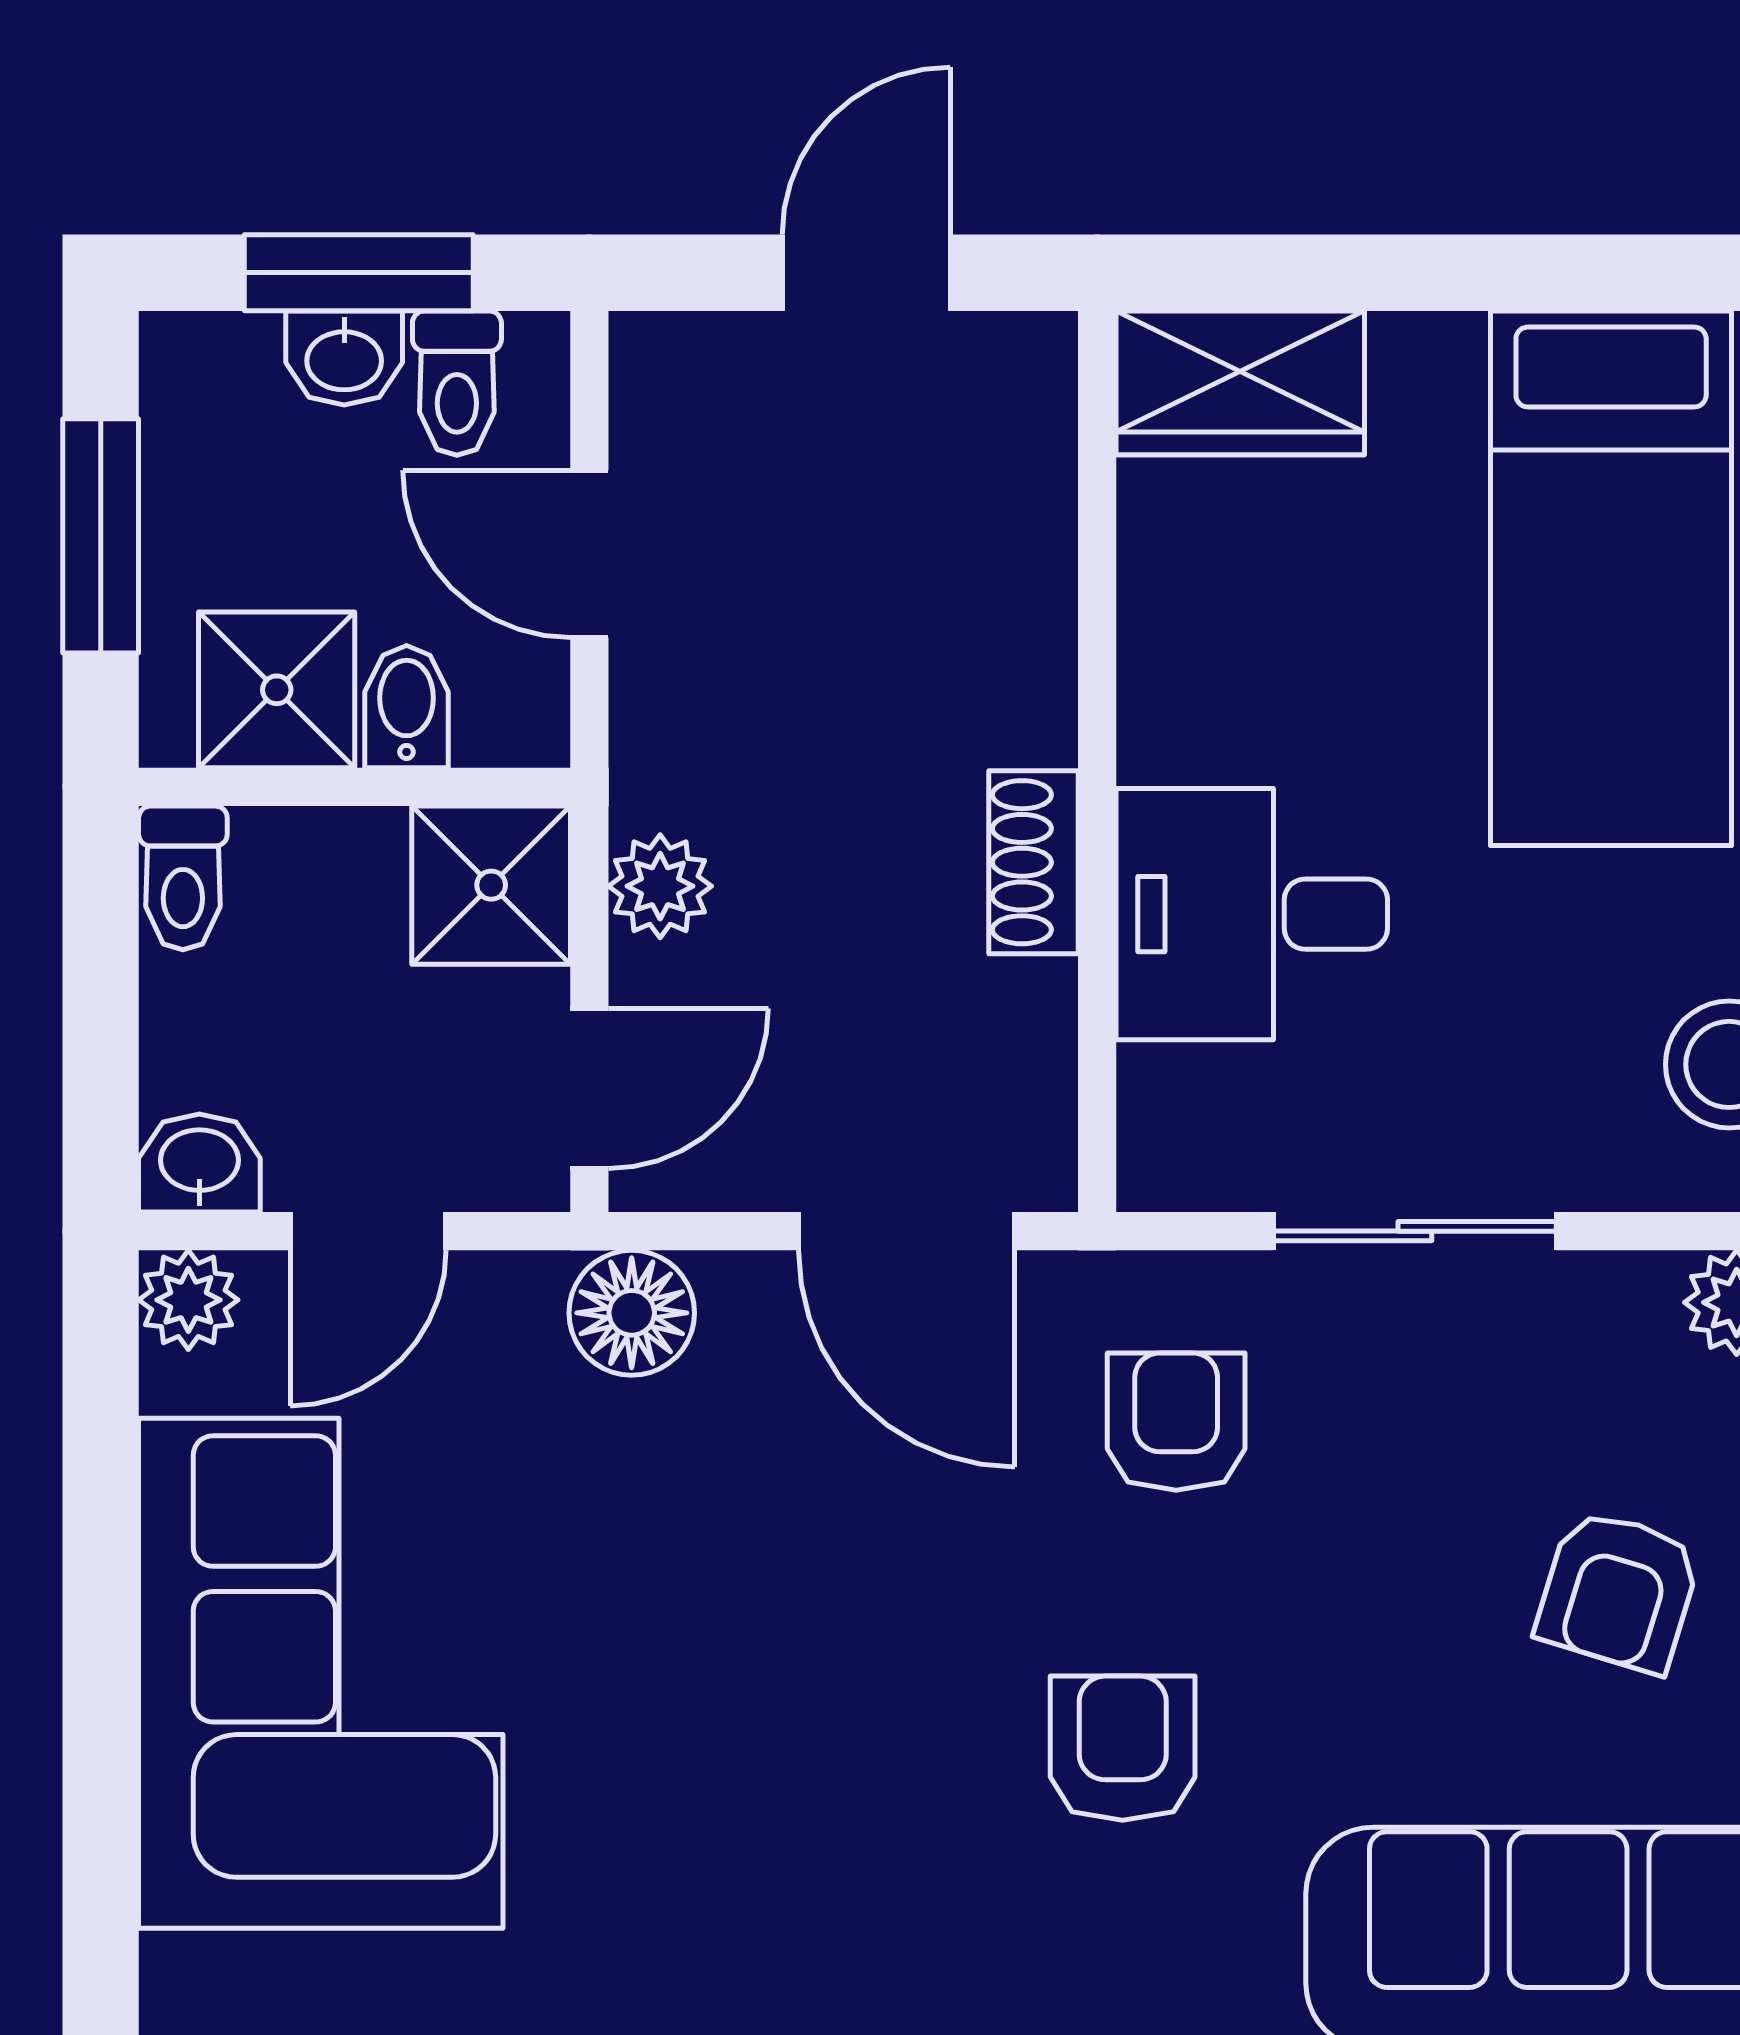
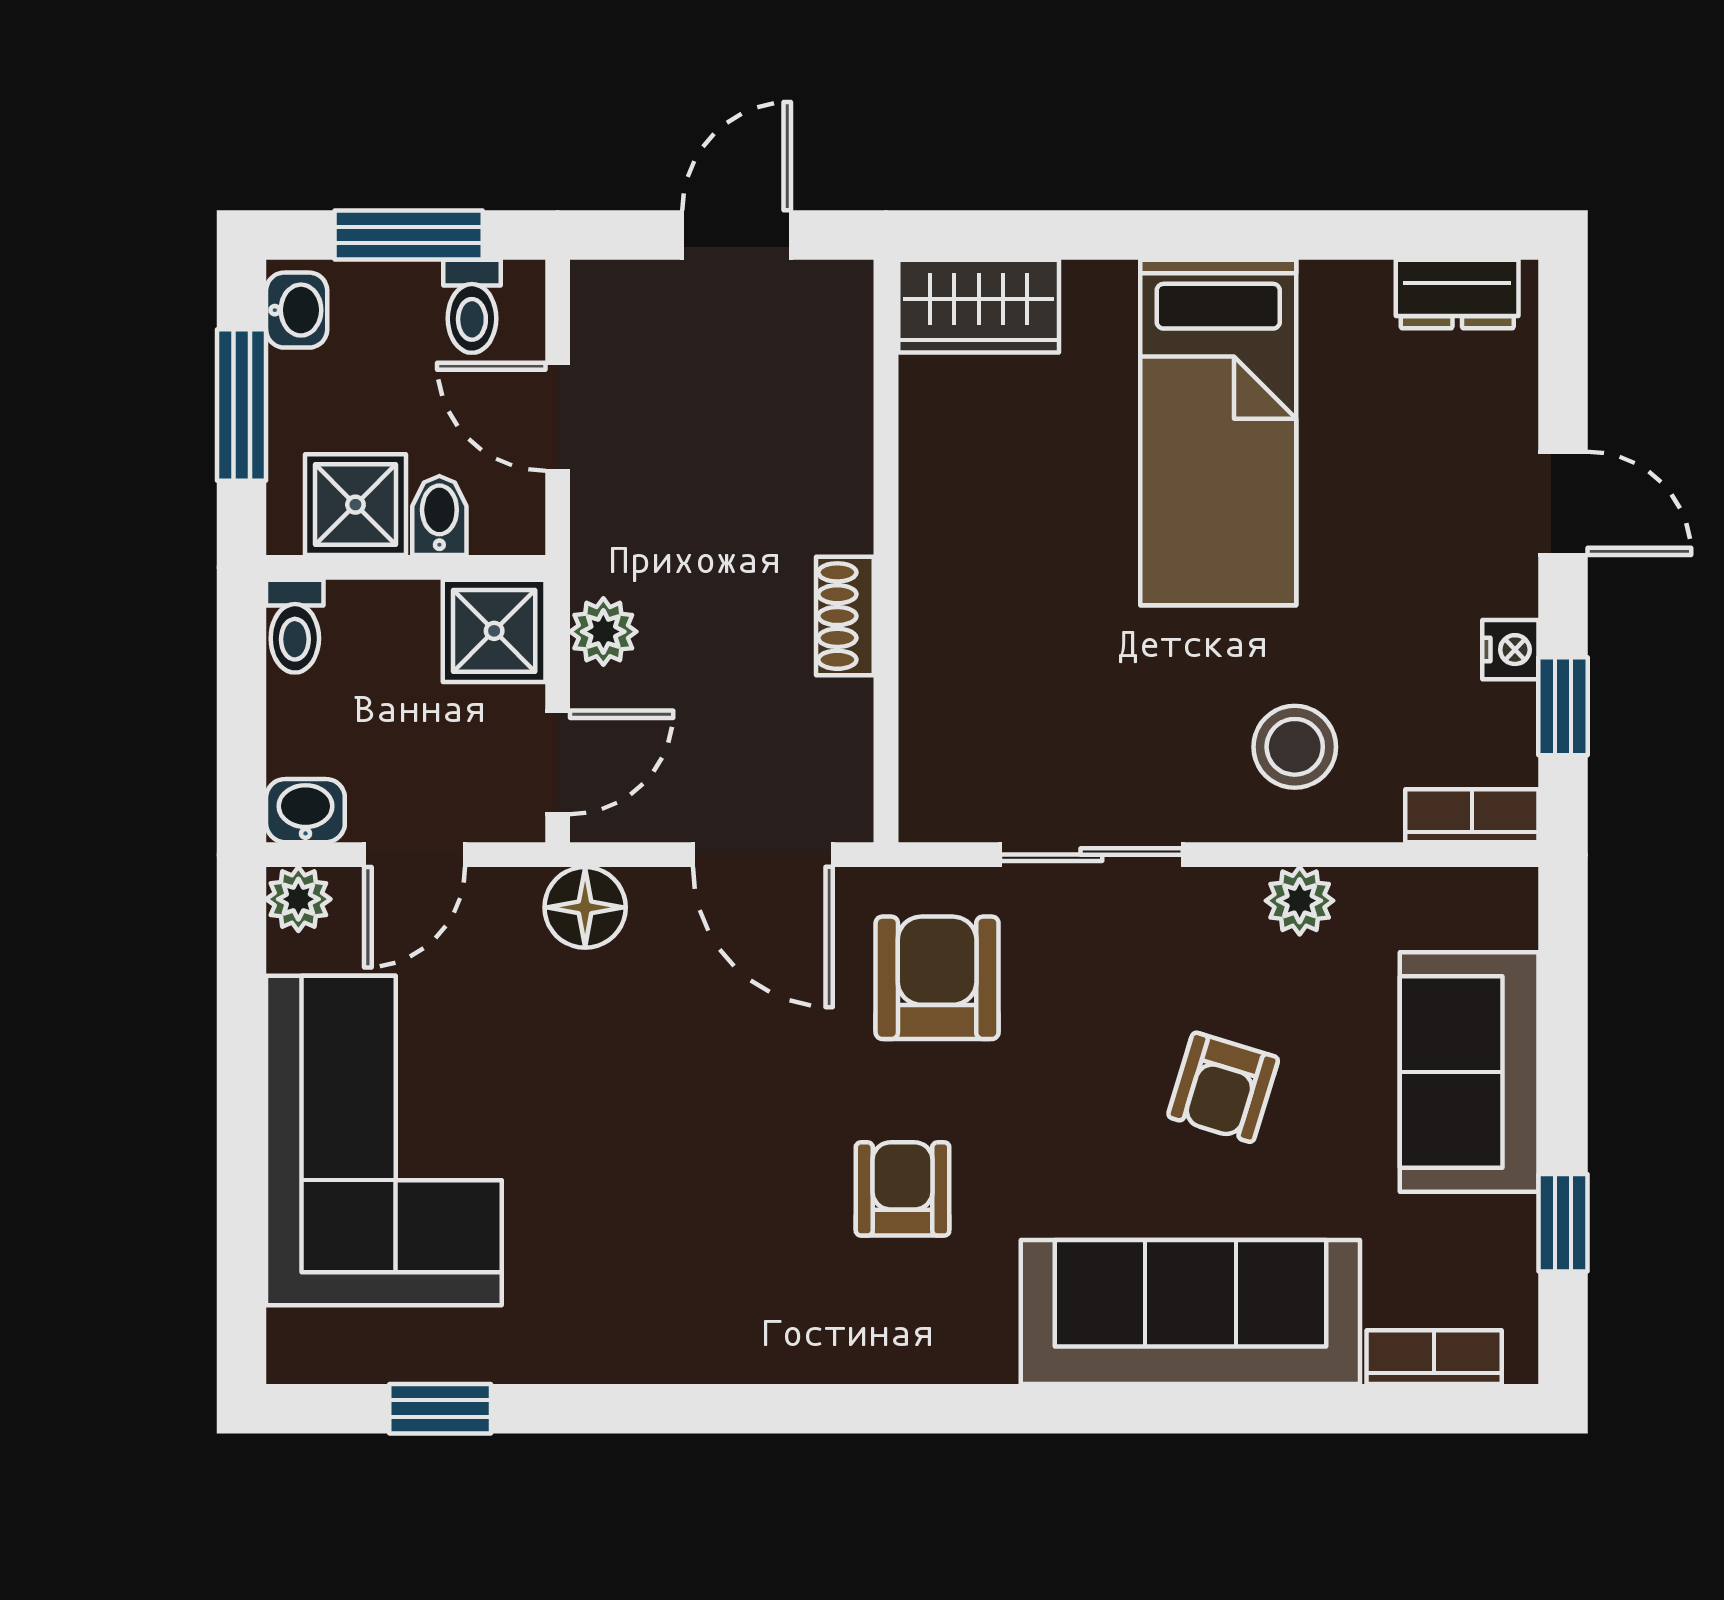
washbasin: (344, 358) -> (297, 310), moved, turned -90
desk: (1252, 914) -> (986, 650), removed
armchair: (1176, 1422) -> (937, 978), width x1.38, depth x1.38

